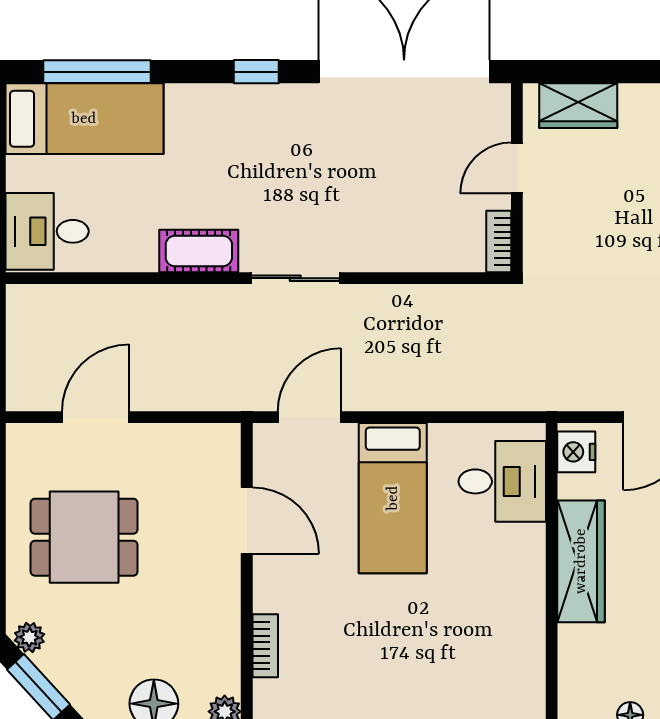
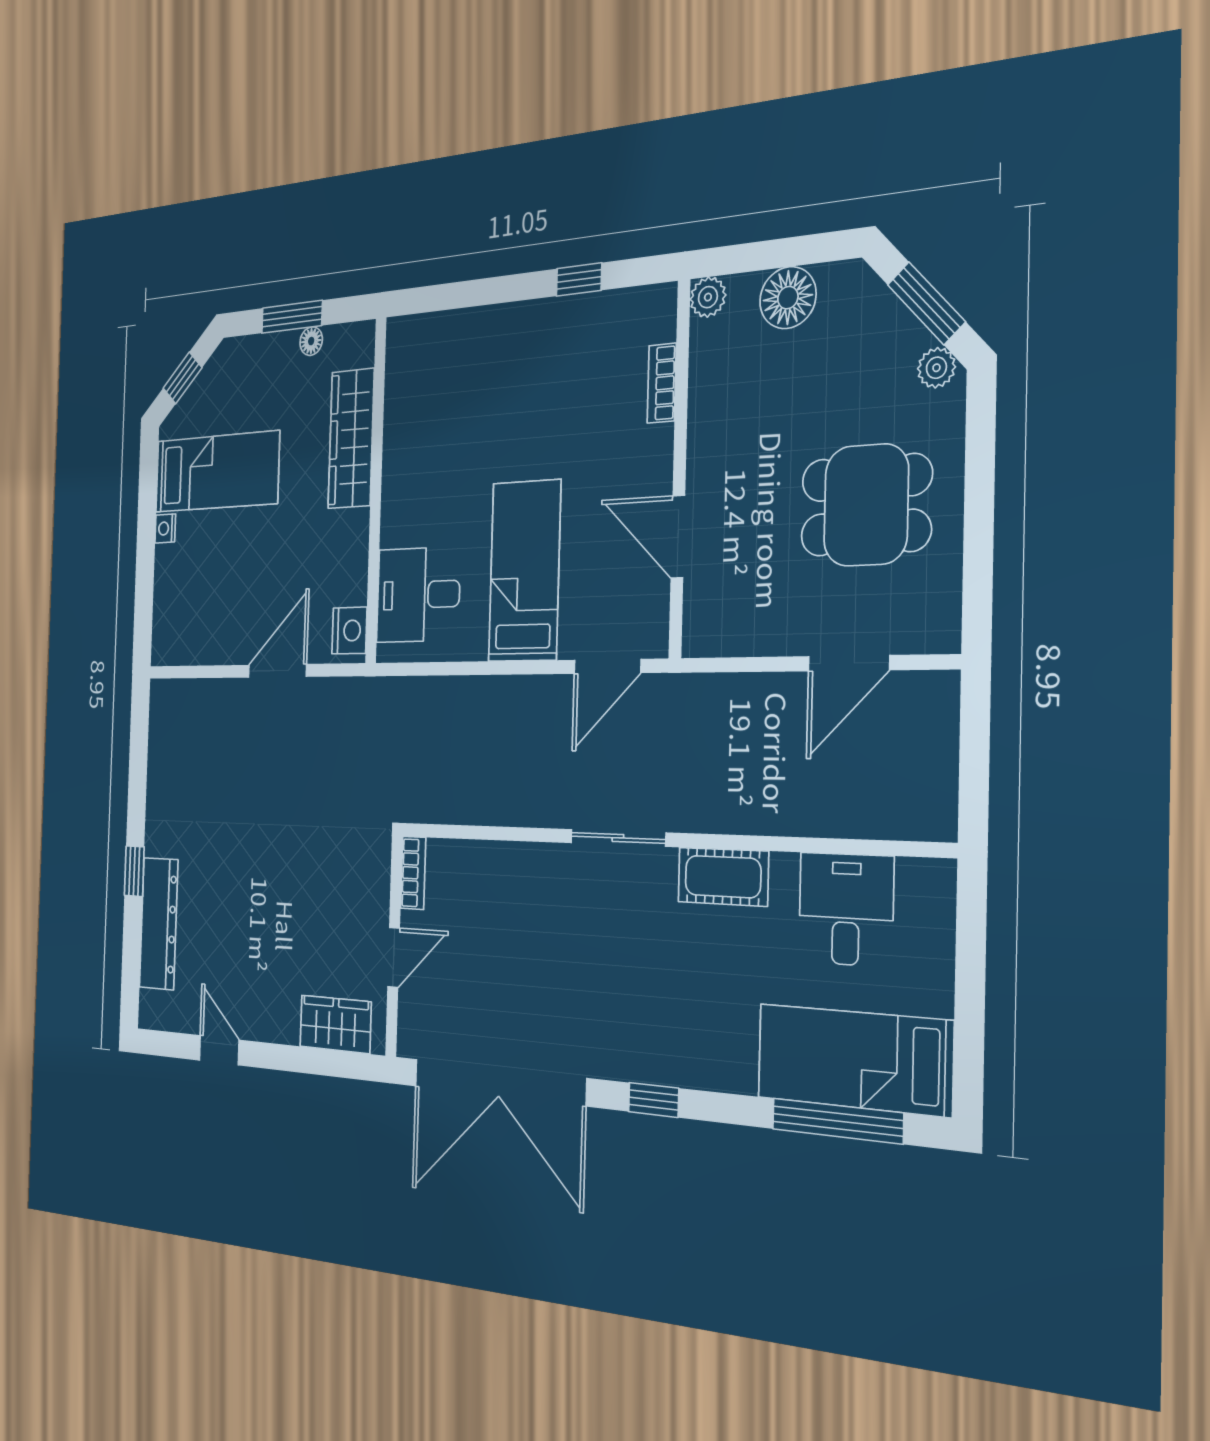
desk: (47, 231) -> (846, 909), moved, turned -90
wardrobe: (581, 561) -> (351, 439), moved

